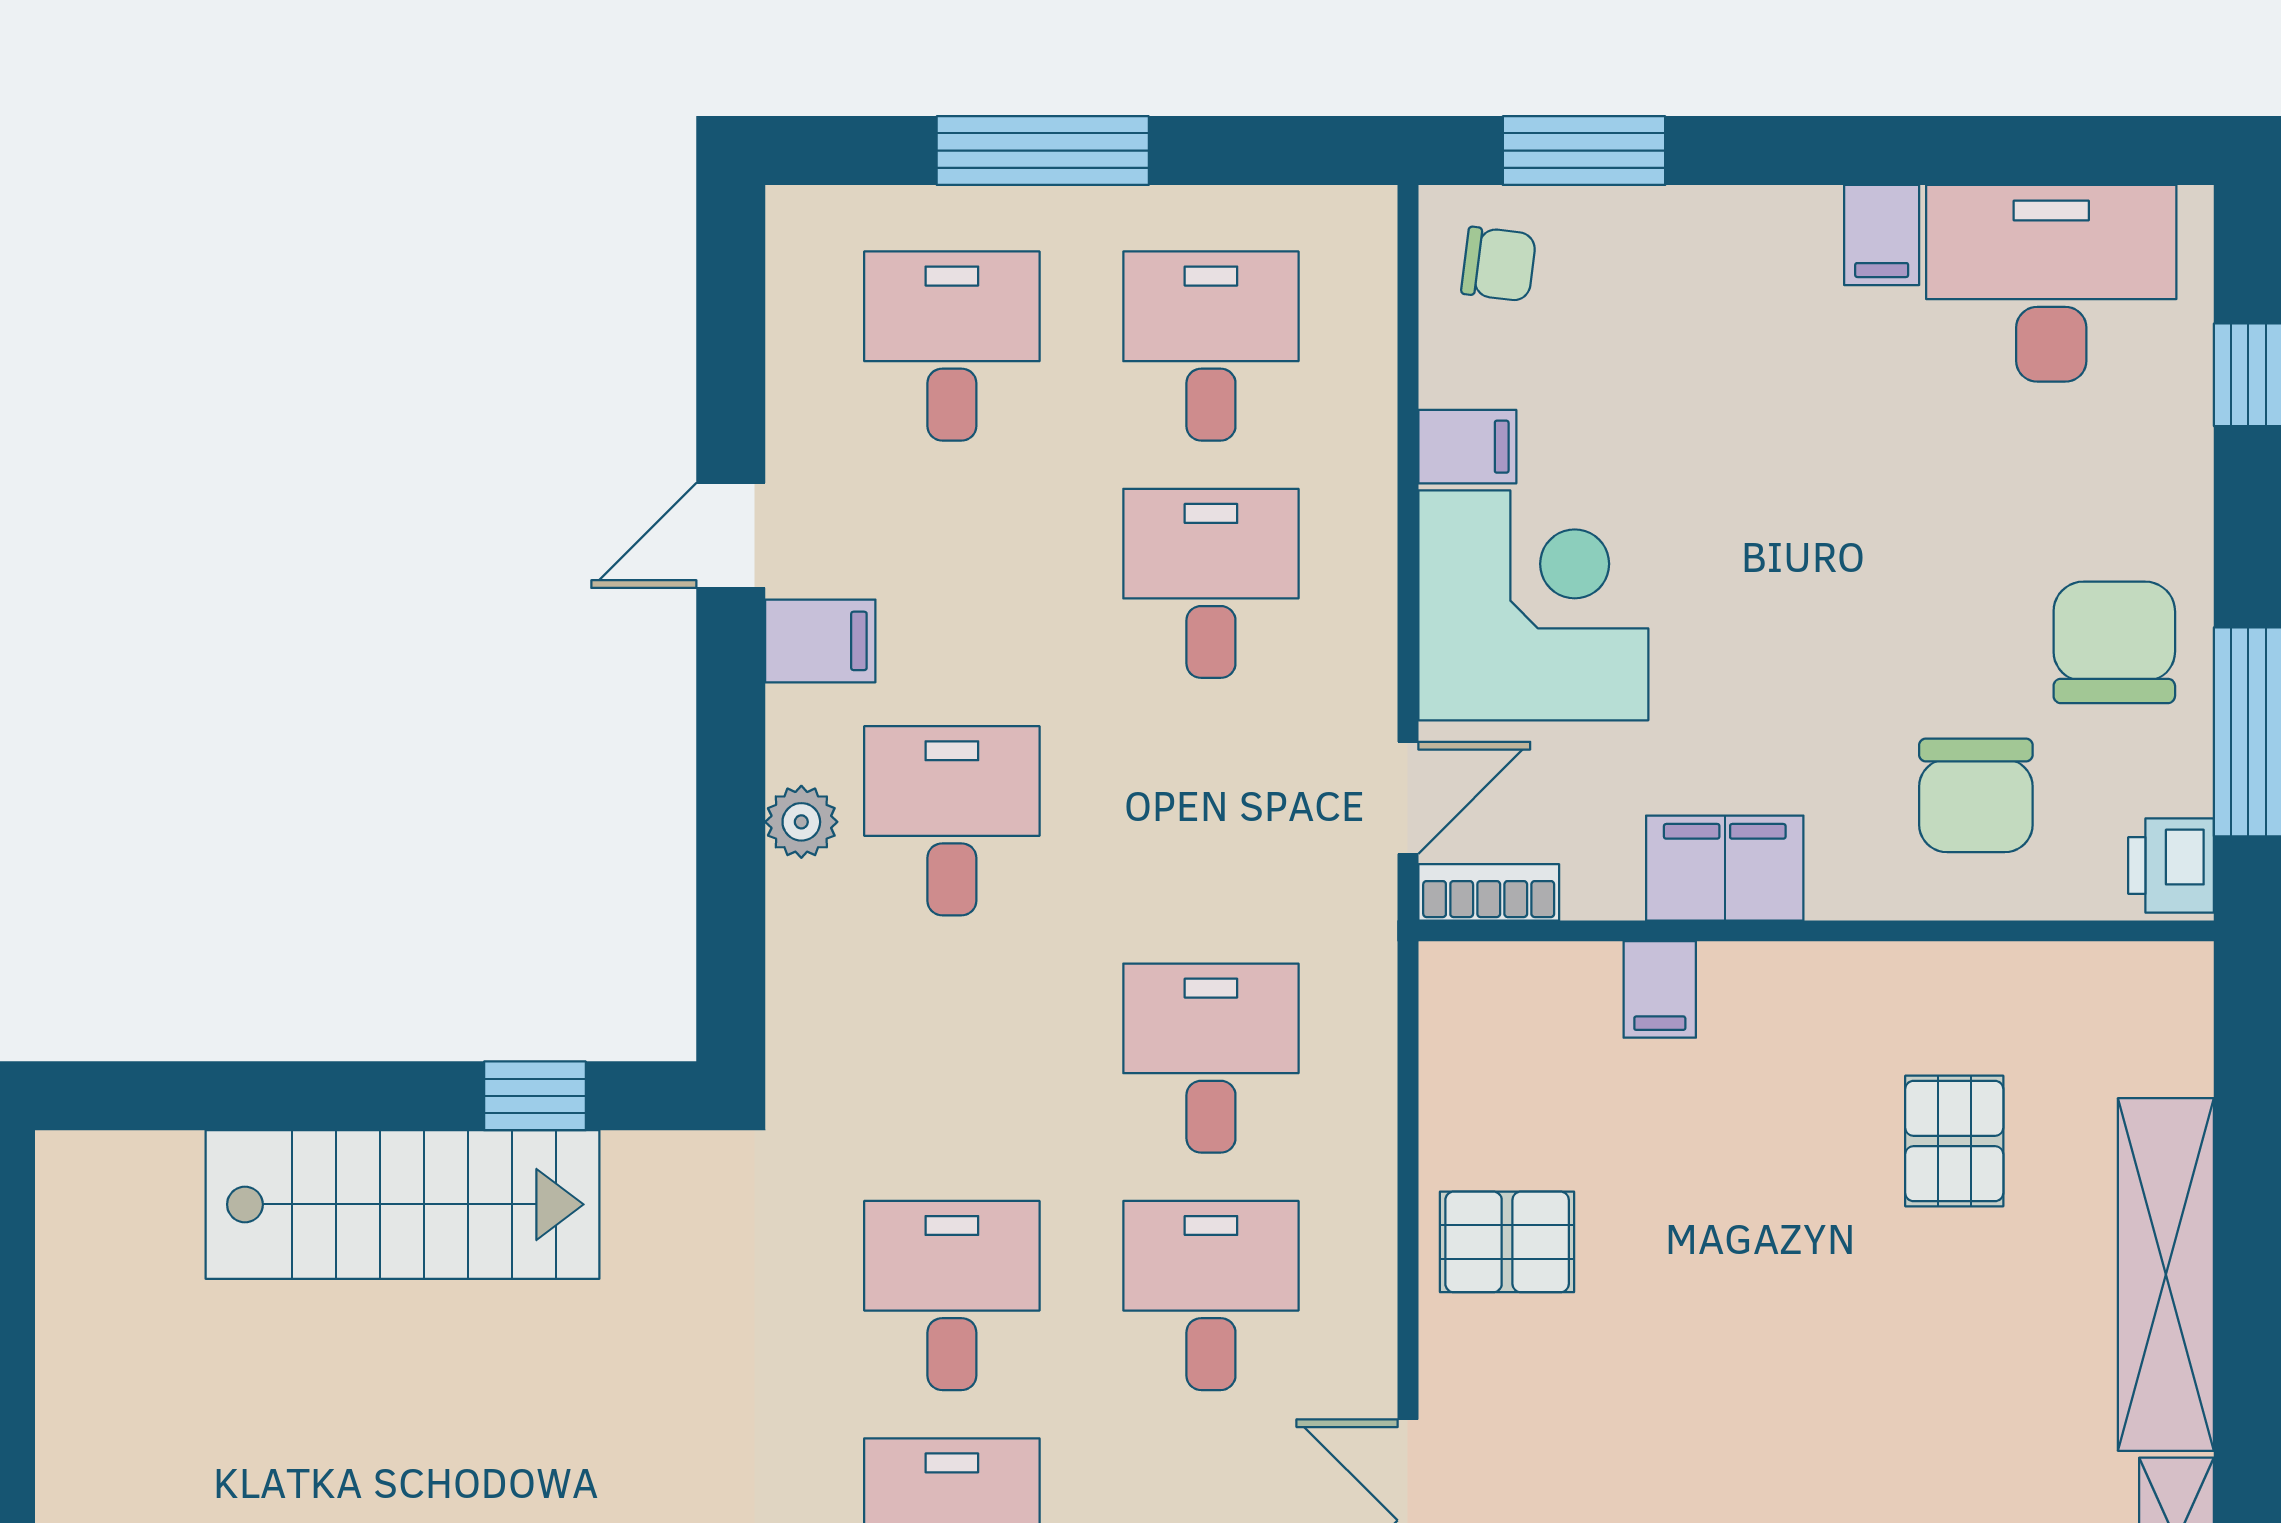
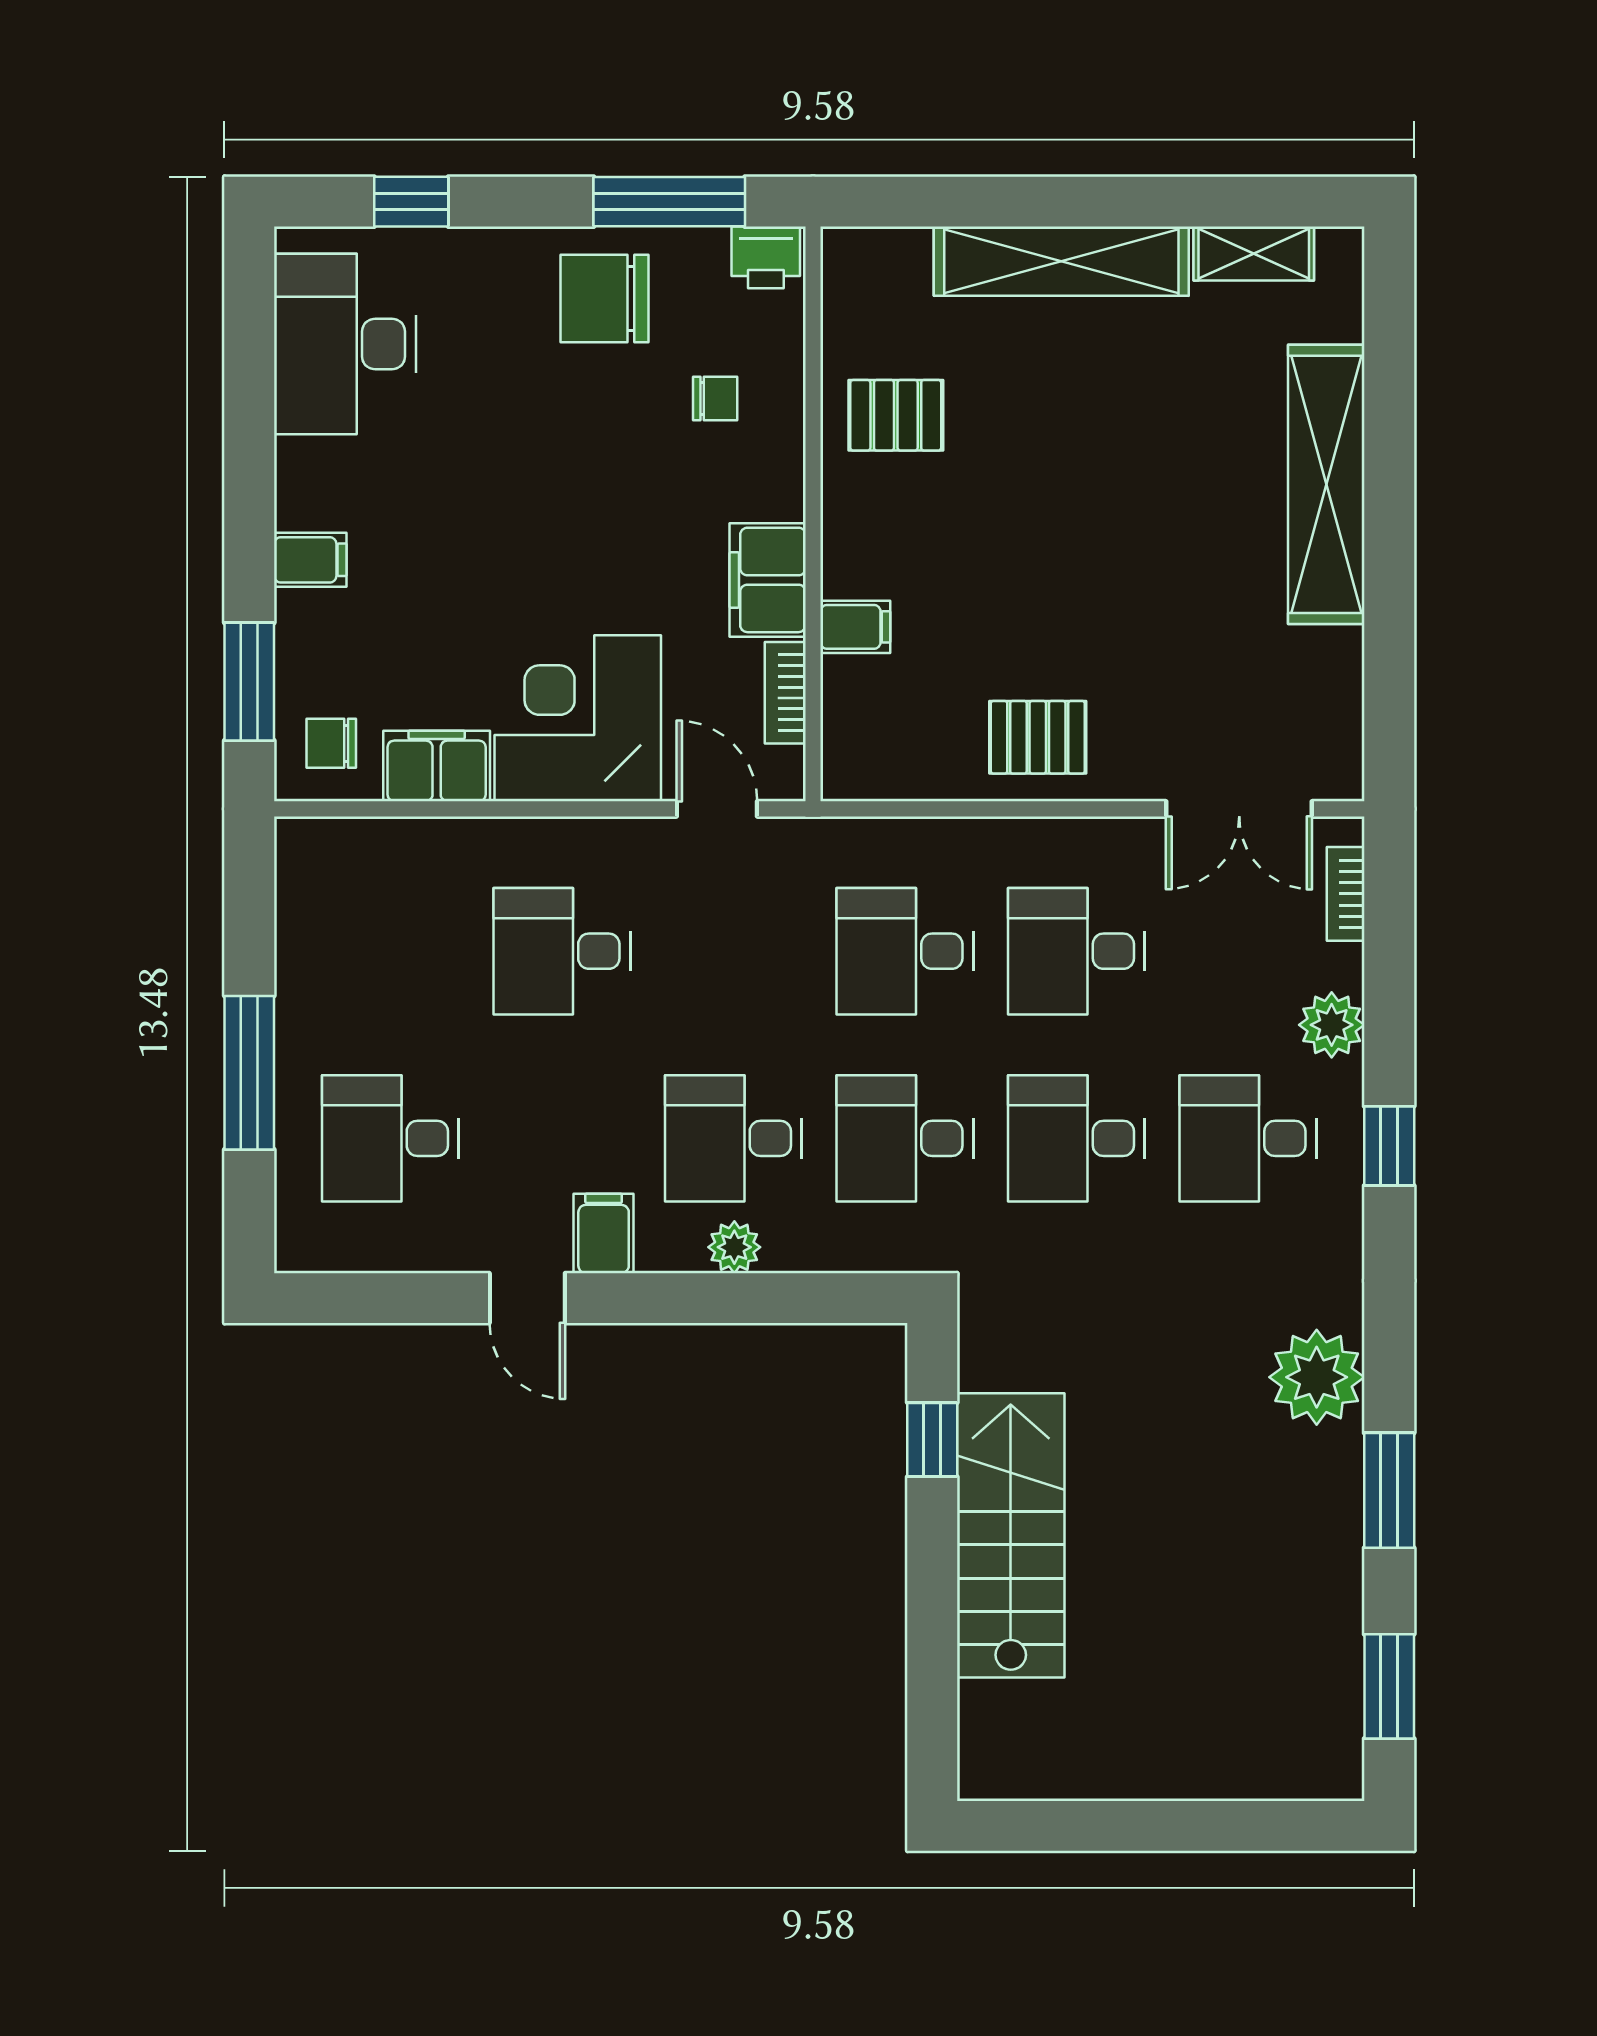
filing cabinet: (1882, 235) -> (310, 560), moved
chair: (1499, 264) -> (331, 743), turned -97
desk: (1211, 346) -> (905, 1138), moved
filing cabinet: (1467, 447) -> (437, 766), width x2.00
chair: (1976, 795) -> (715, 398), width x0.54, depth x0.54
bookcase: (1489, 892) -> (785, 693), moved
pallet: (1954, 1141) -> (896, 415), moved
pallet: (1507, 1242) -> (1038, 737), turned 90

